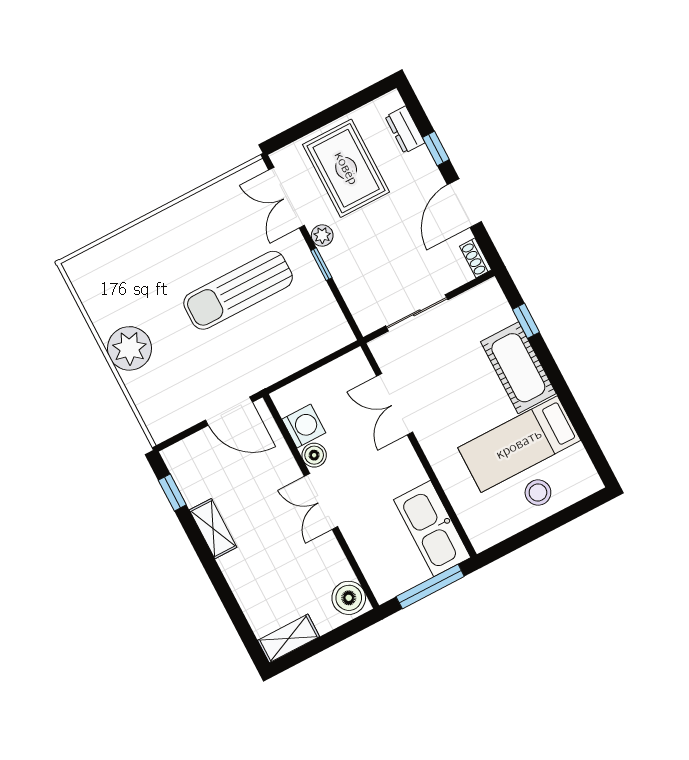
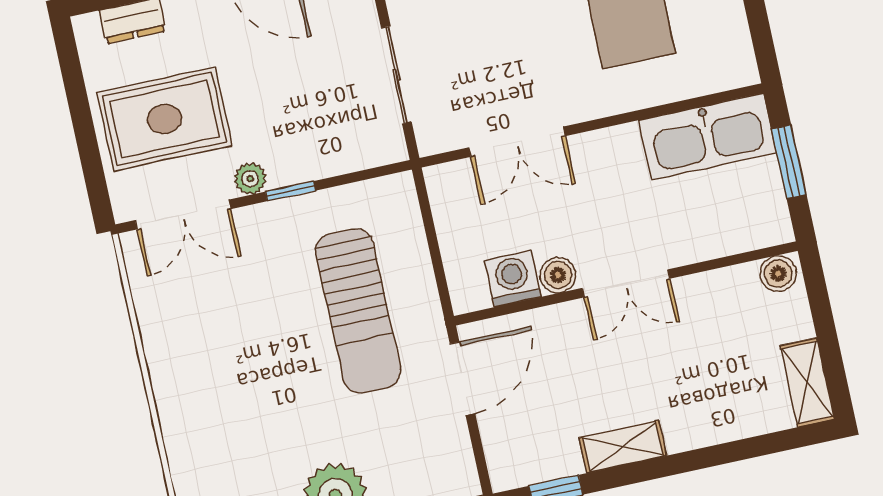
sun lounger: (238, 290) -> (358, 311), moved
window: (430, 587) -> (789, 162), width x0.69
boiler: (349, 598) -> (778, 274), width x0.73, depth x0.73

